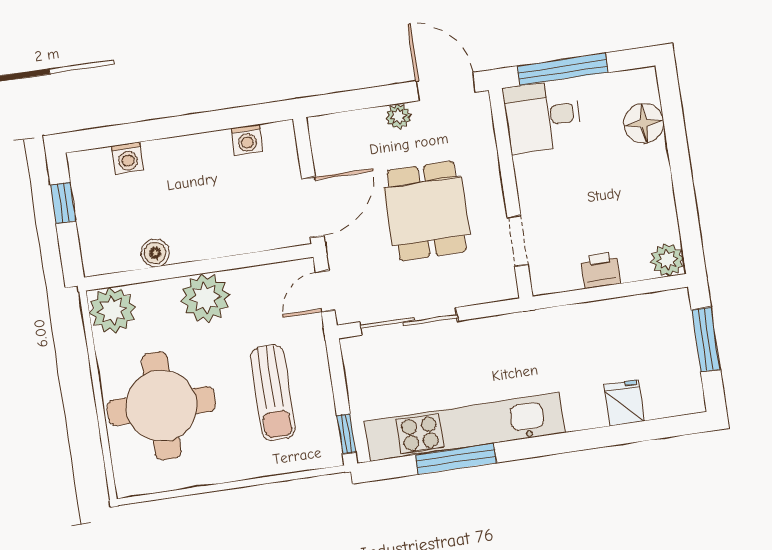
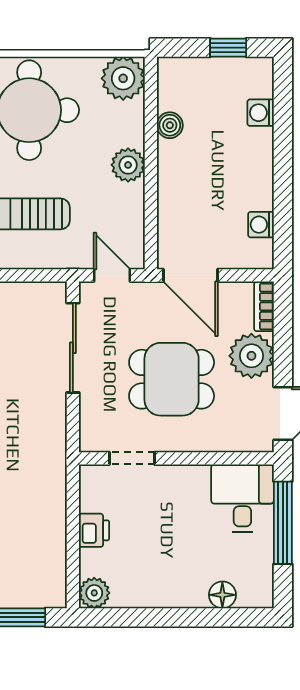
plant: (398, 116) -> (251, 356), width x1.88, depth x1.88
floor lamp: (644, 123) -> (222, 595), width x0.73, depth x0.73
bookcase: (334, 124) -> (264, 306), added
plant: (205, 298) -> (128, 165), width x0.73, depth x0.73

